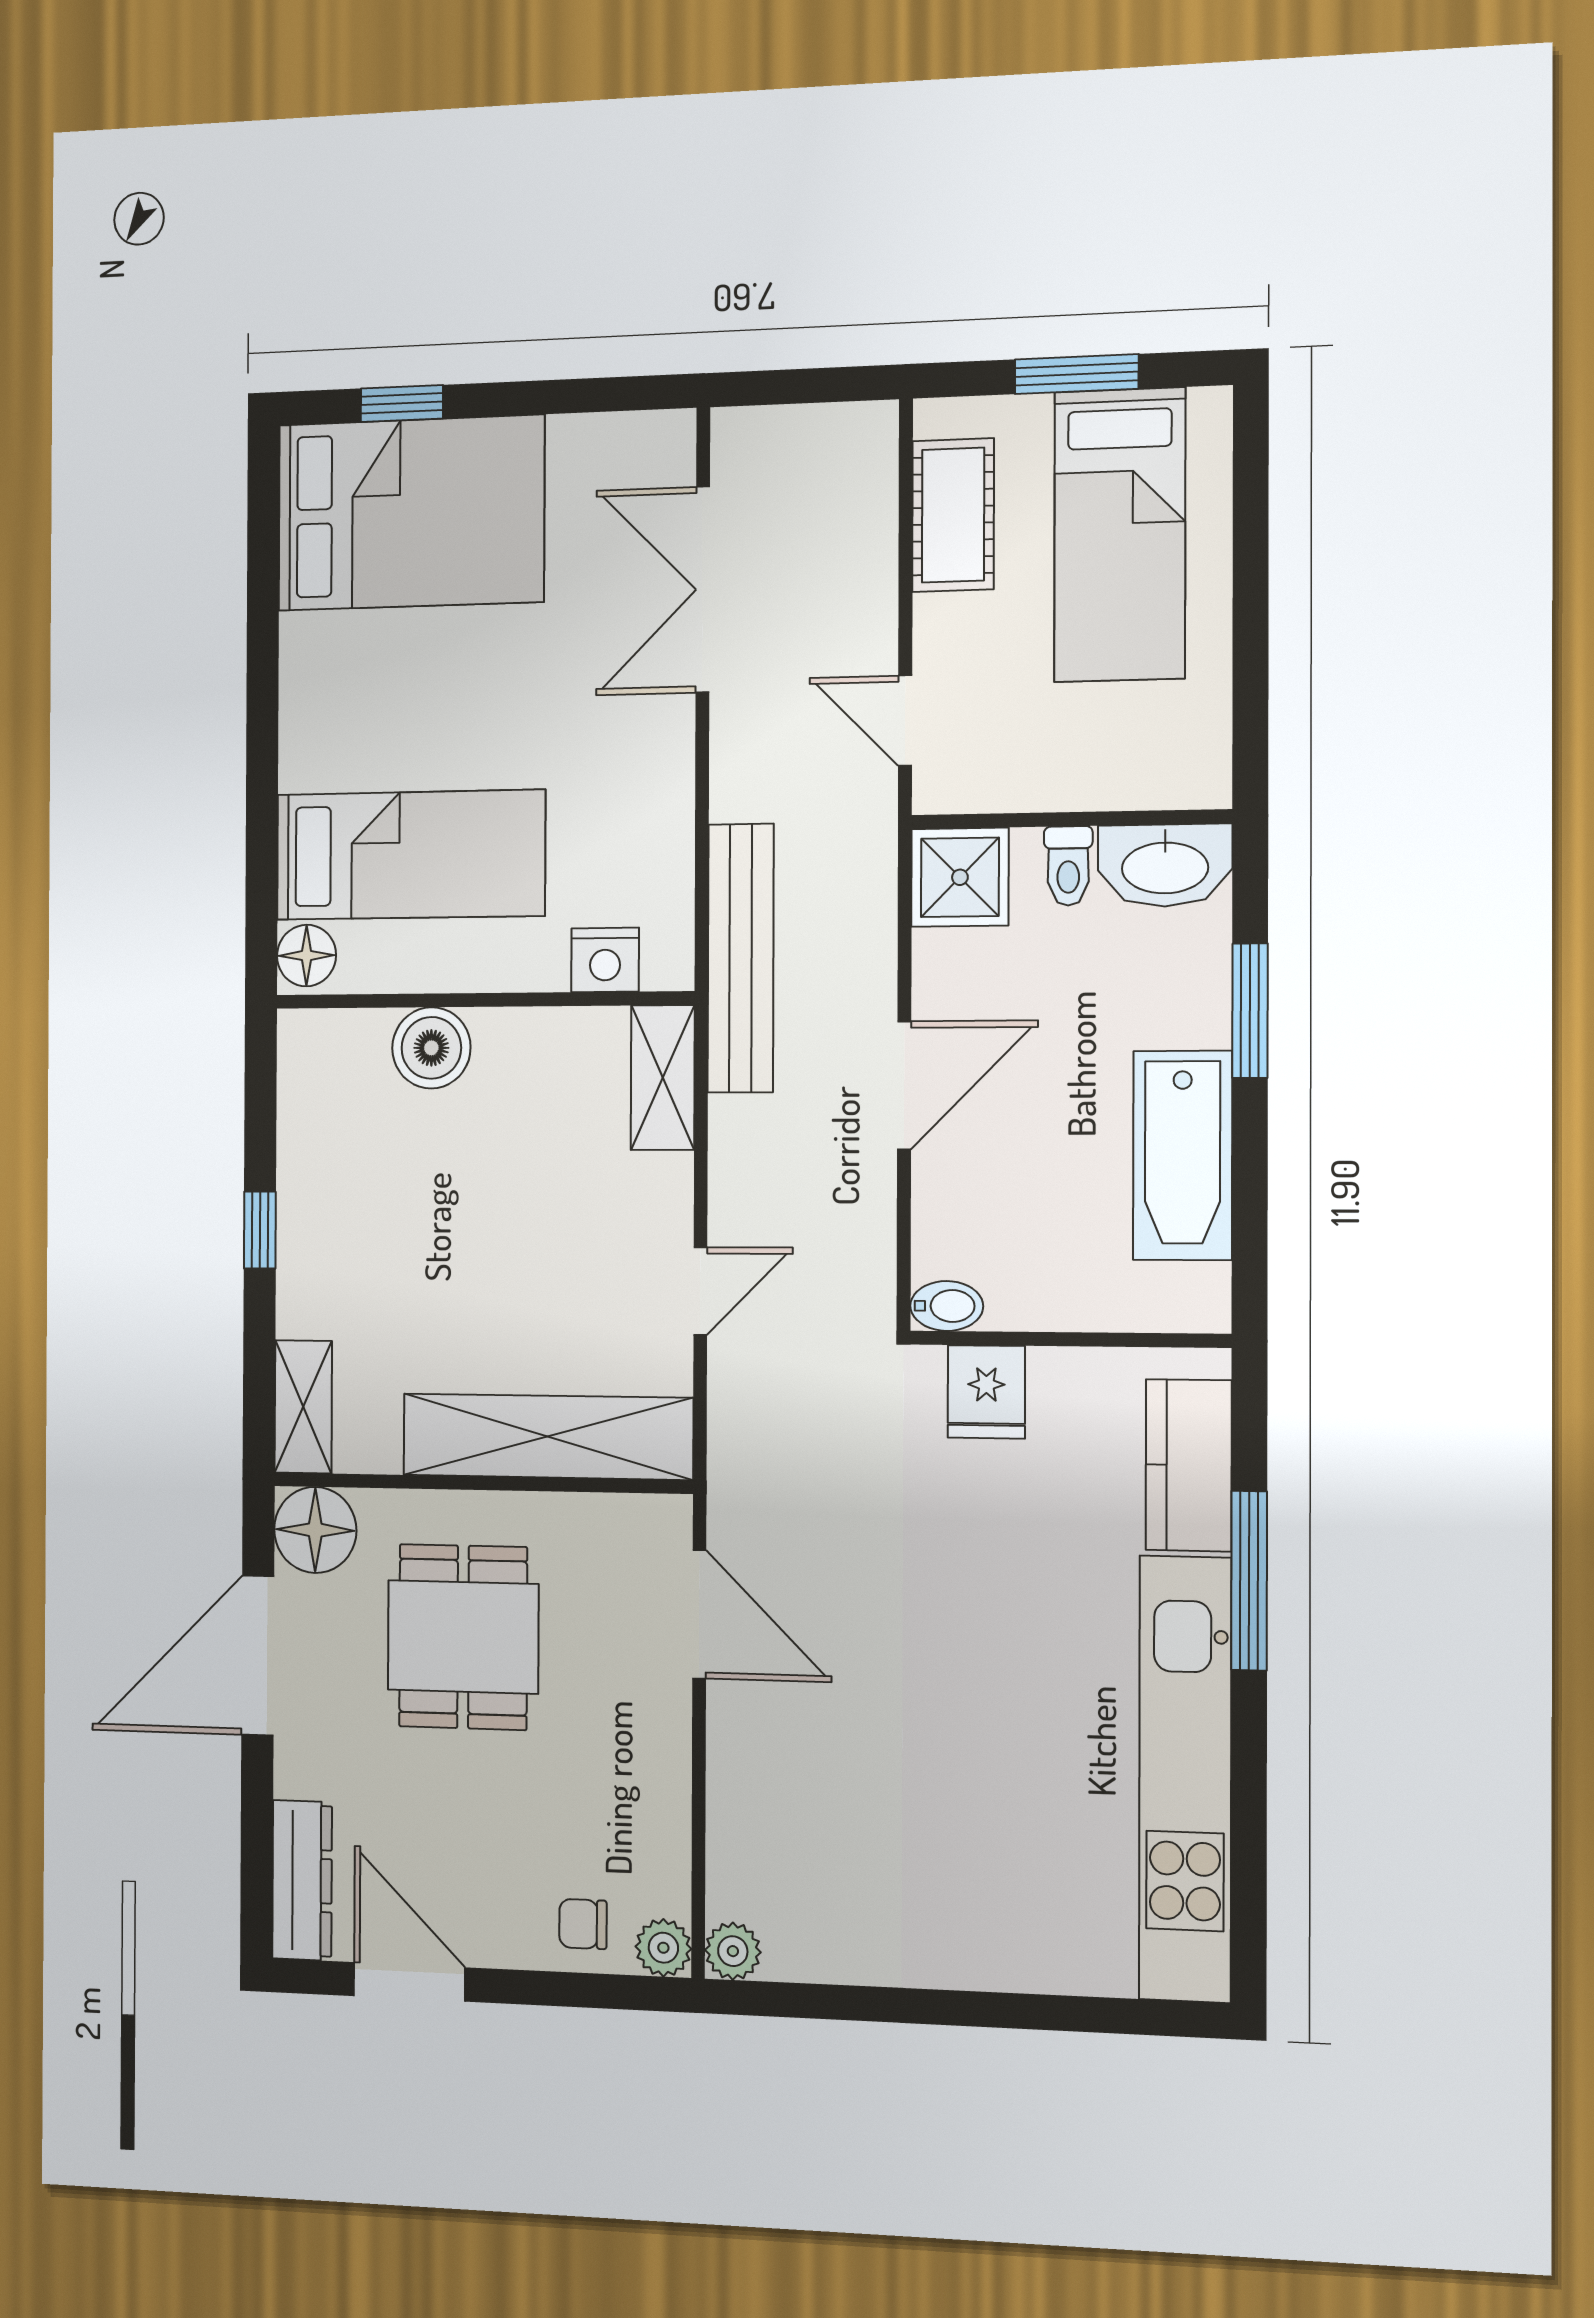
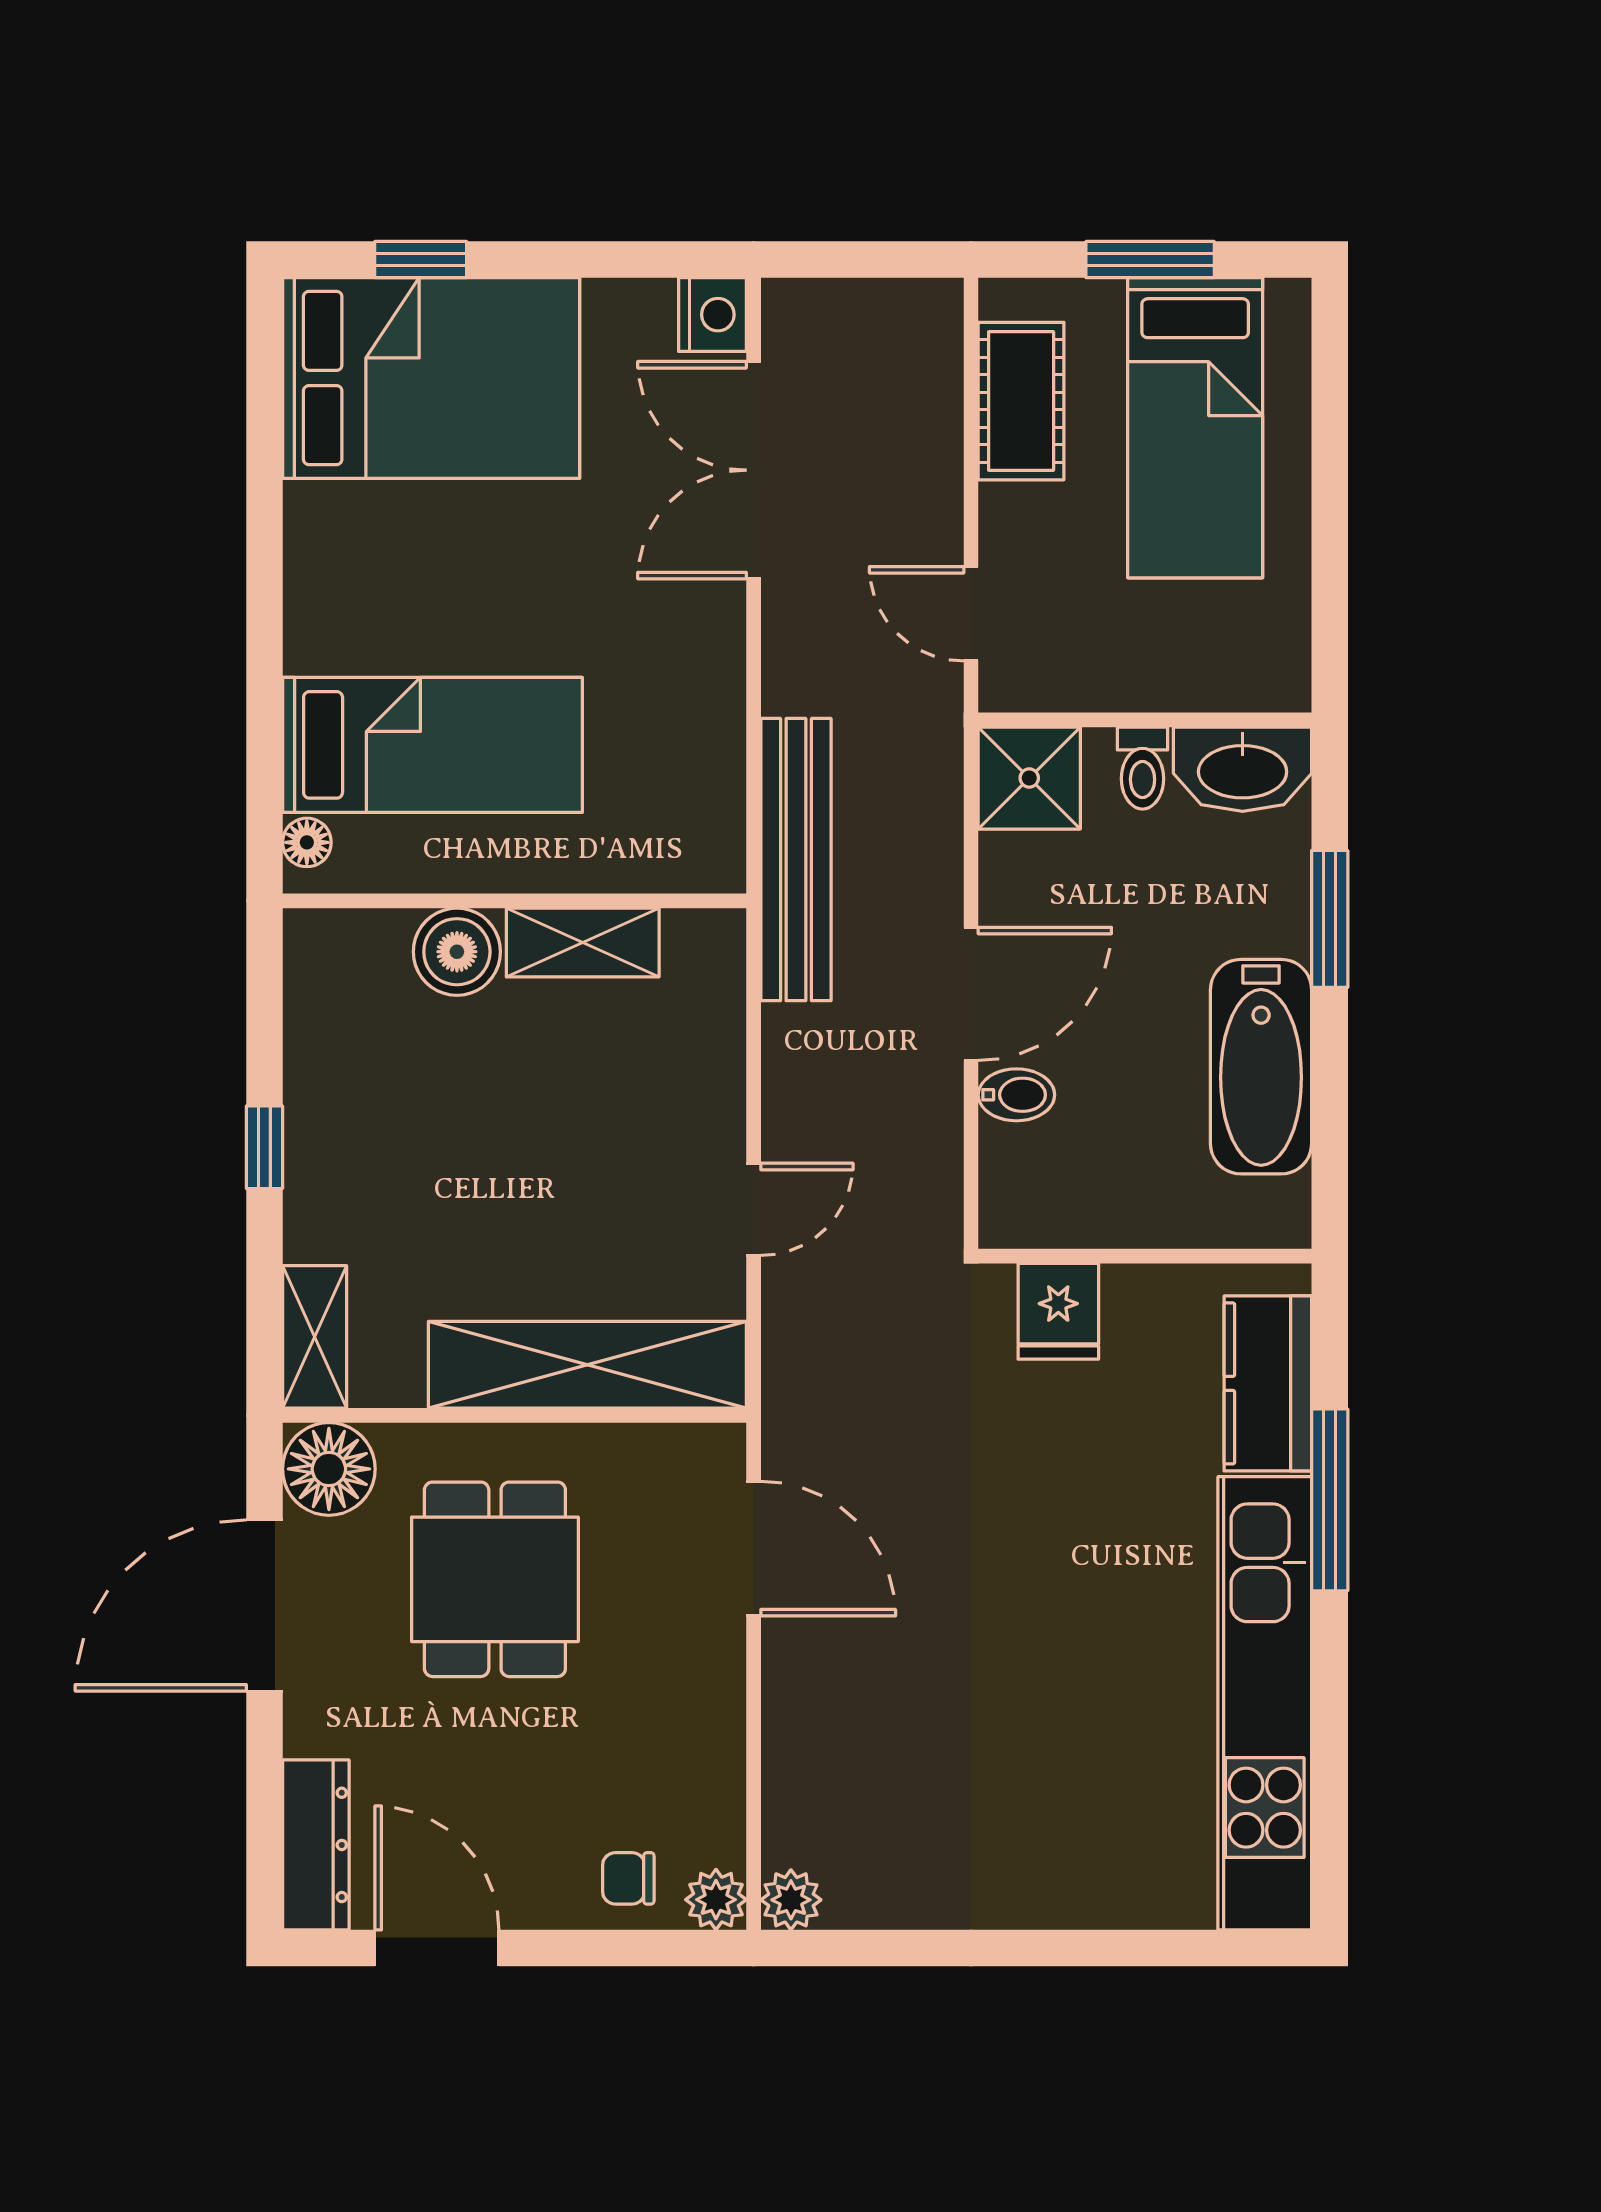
floor lamp: (306, 956) -> (307, 842), width x0.73, depth x0.73
nightstand: (605, 960) -> (712, 315), moved, turned -90
shelving: (663, 1078) -> (583, 943), moved, turned 90
bidet: (947, 1306) -> (1016, 1095), moved

